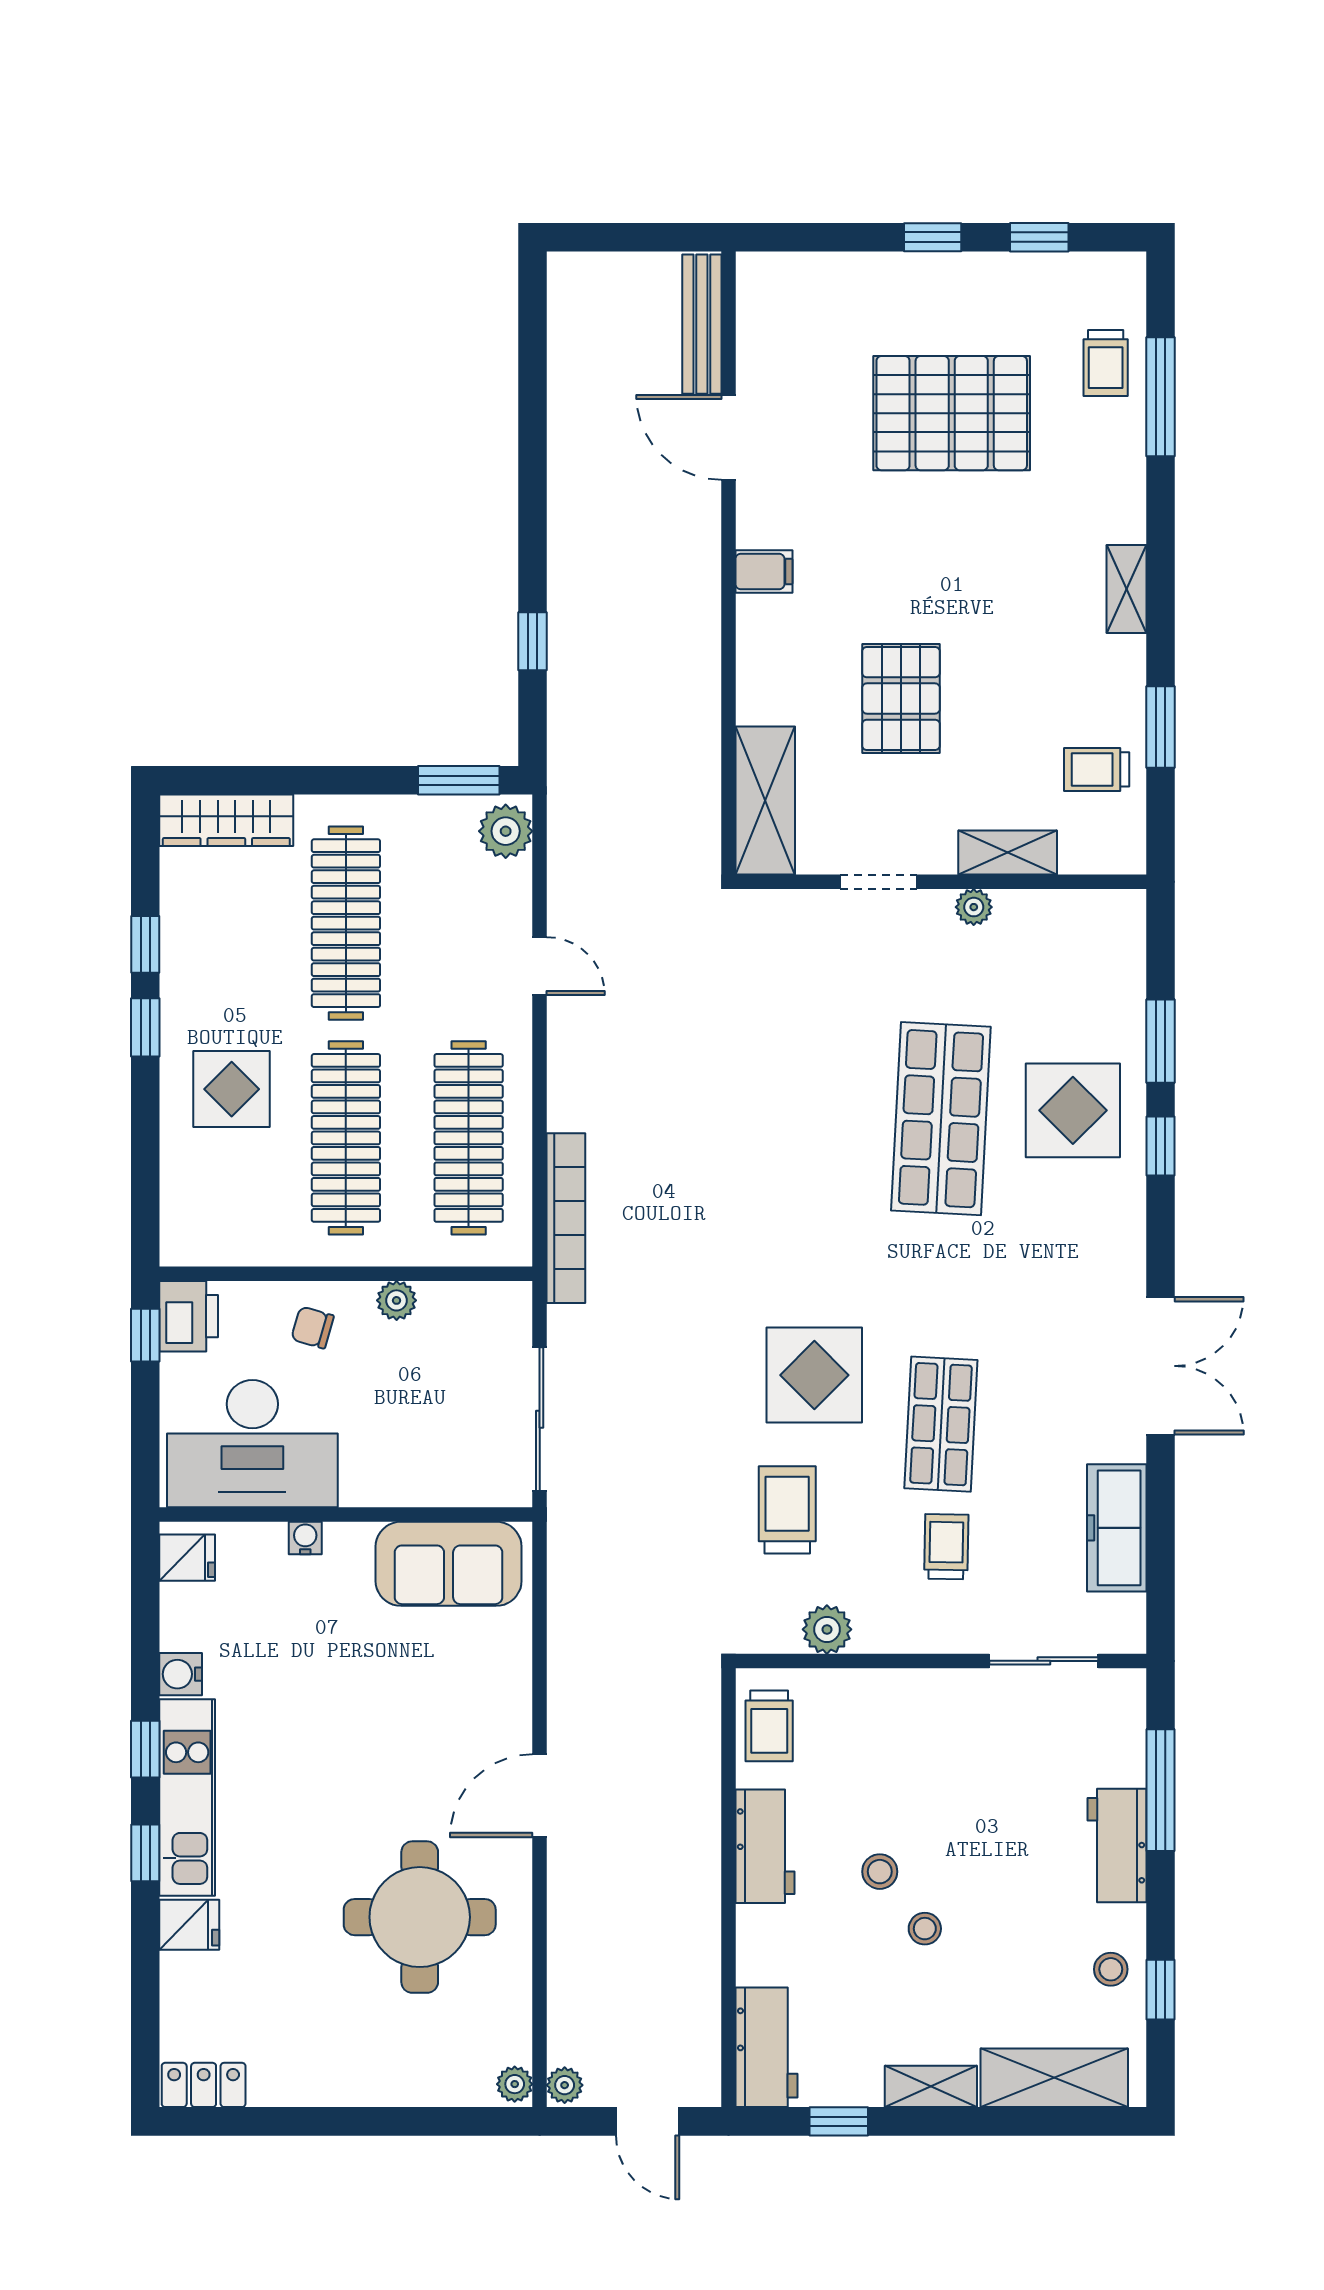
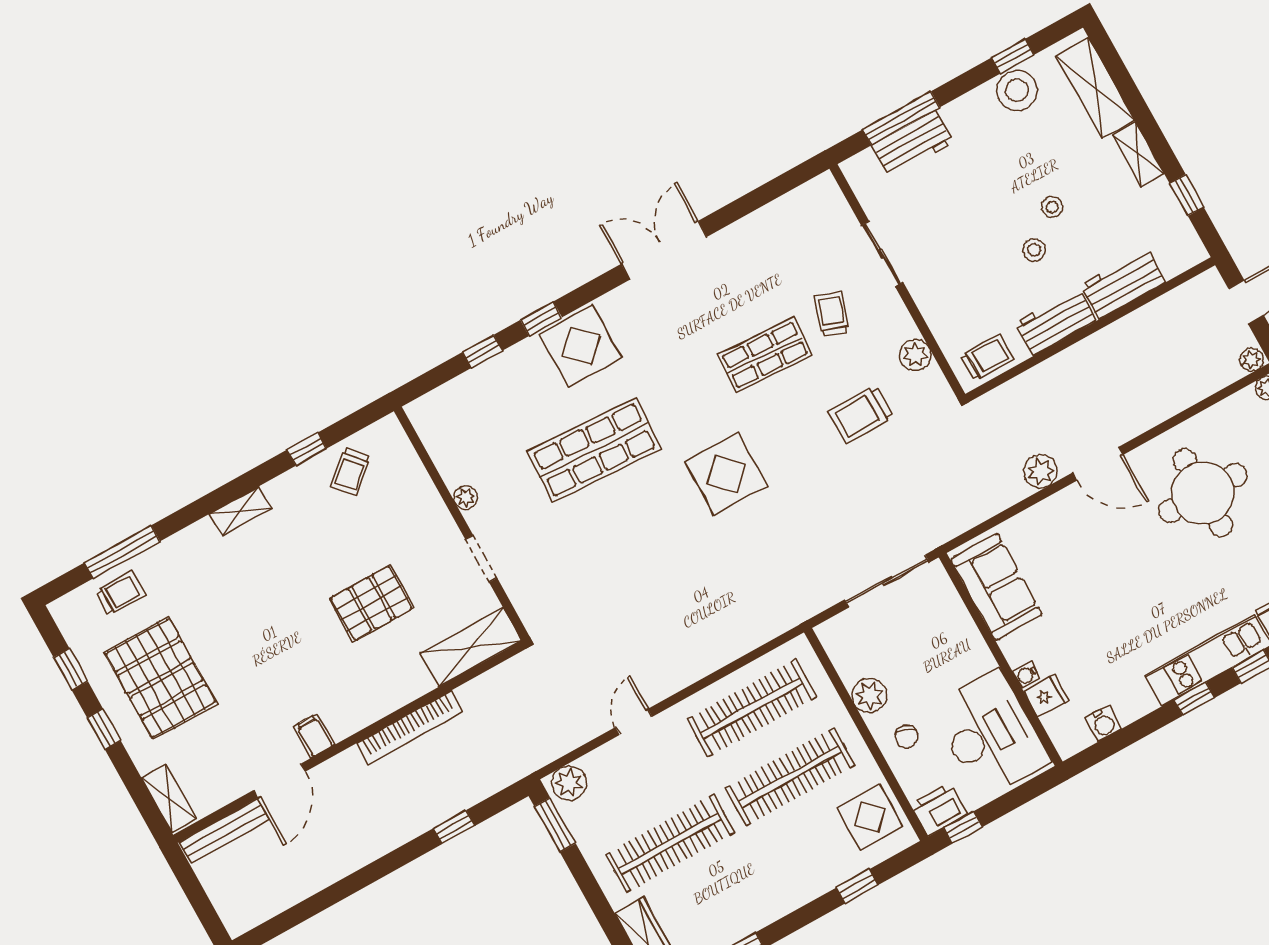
pallet: (952, 413) -> (160, 678), moved
filing cabinet: (764, 571) -> (314, 736), moved
window: (1161, 727) -> (307, 449), width x0.67
trolley: (1097, 769) -> (350, 472), turned 49
shelving: (1008, 853) -> (169, 798), moved
window: (145, 1027) -> (857, 886), moved
window: (1161, 1041) -> (482, 351), width x0.67
display table: (232, 1089) -> (870, 817), moved
display table: (1073, 1110) -> (581, 346), moved
bookcase: (566, 1218) -> (410, 728), moved, turned 180
plant: (397, 1300) -> (869, 696), width x1.38, depth x1.38
display table: (814, 1375) -> (726, 474), moved
freezer: (1117, 1528) -> (768, 224), removed
trolley: (946, 1547) -> (832, 314), turned 108
fridge: (187, 1558) -> (1046, 696), moved, turned 90
sliding door: (1044, 1661) -> (882, 254), moved
water cooler: (181, 1674) -> (1103, 723), moved
plant: (573, 1712) -> (1041, 471), added
workbench: (1117, 1846) -> (912, 144), moved
stool: (1111, 1969) -> (1017, 90), width x1.89, depth x1.89
workbench: (766, 2047) -> (1123, 284), moved

